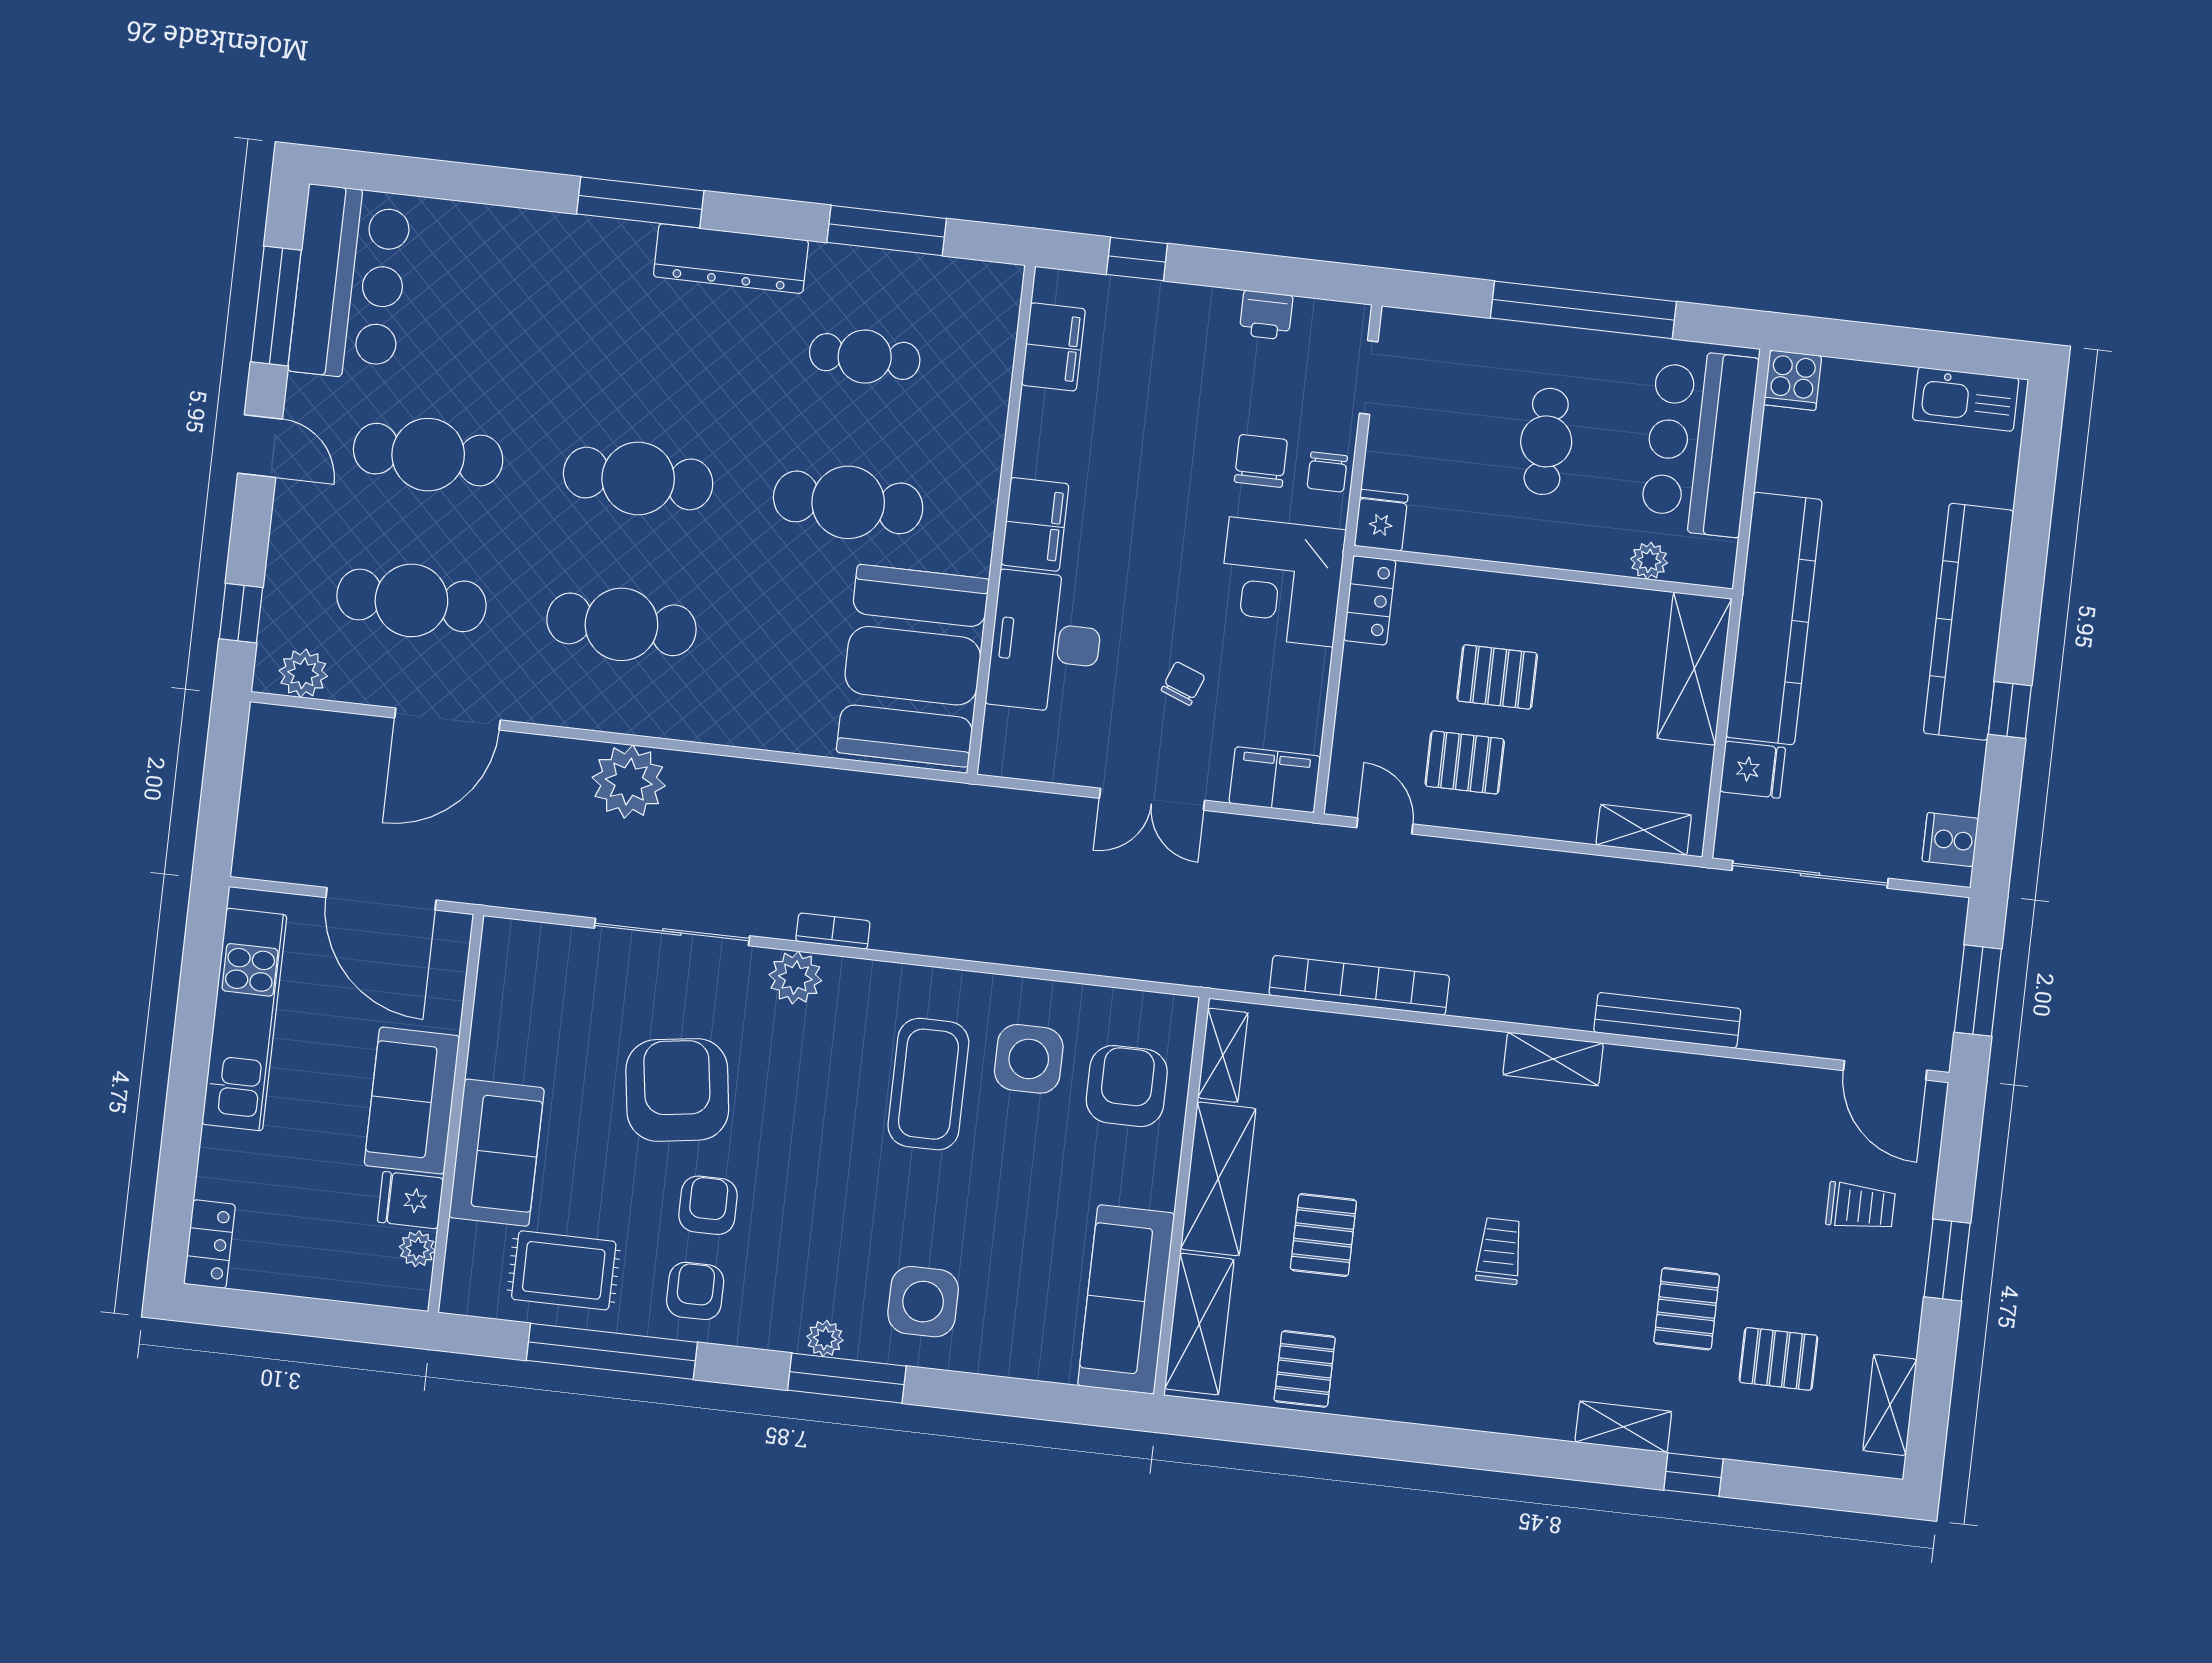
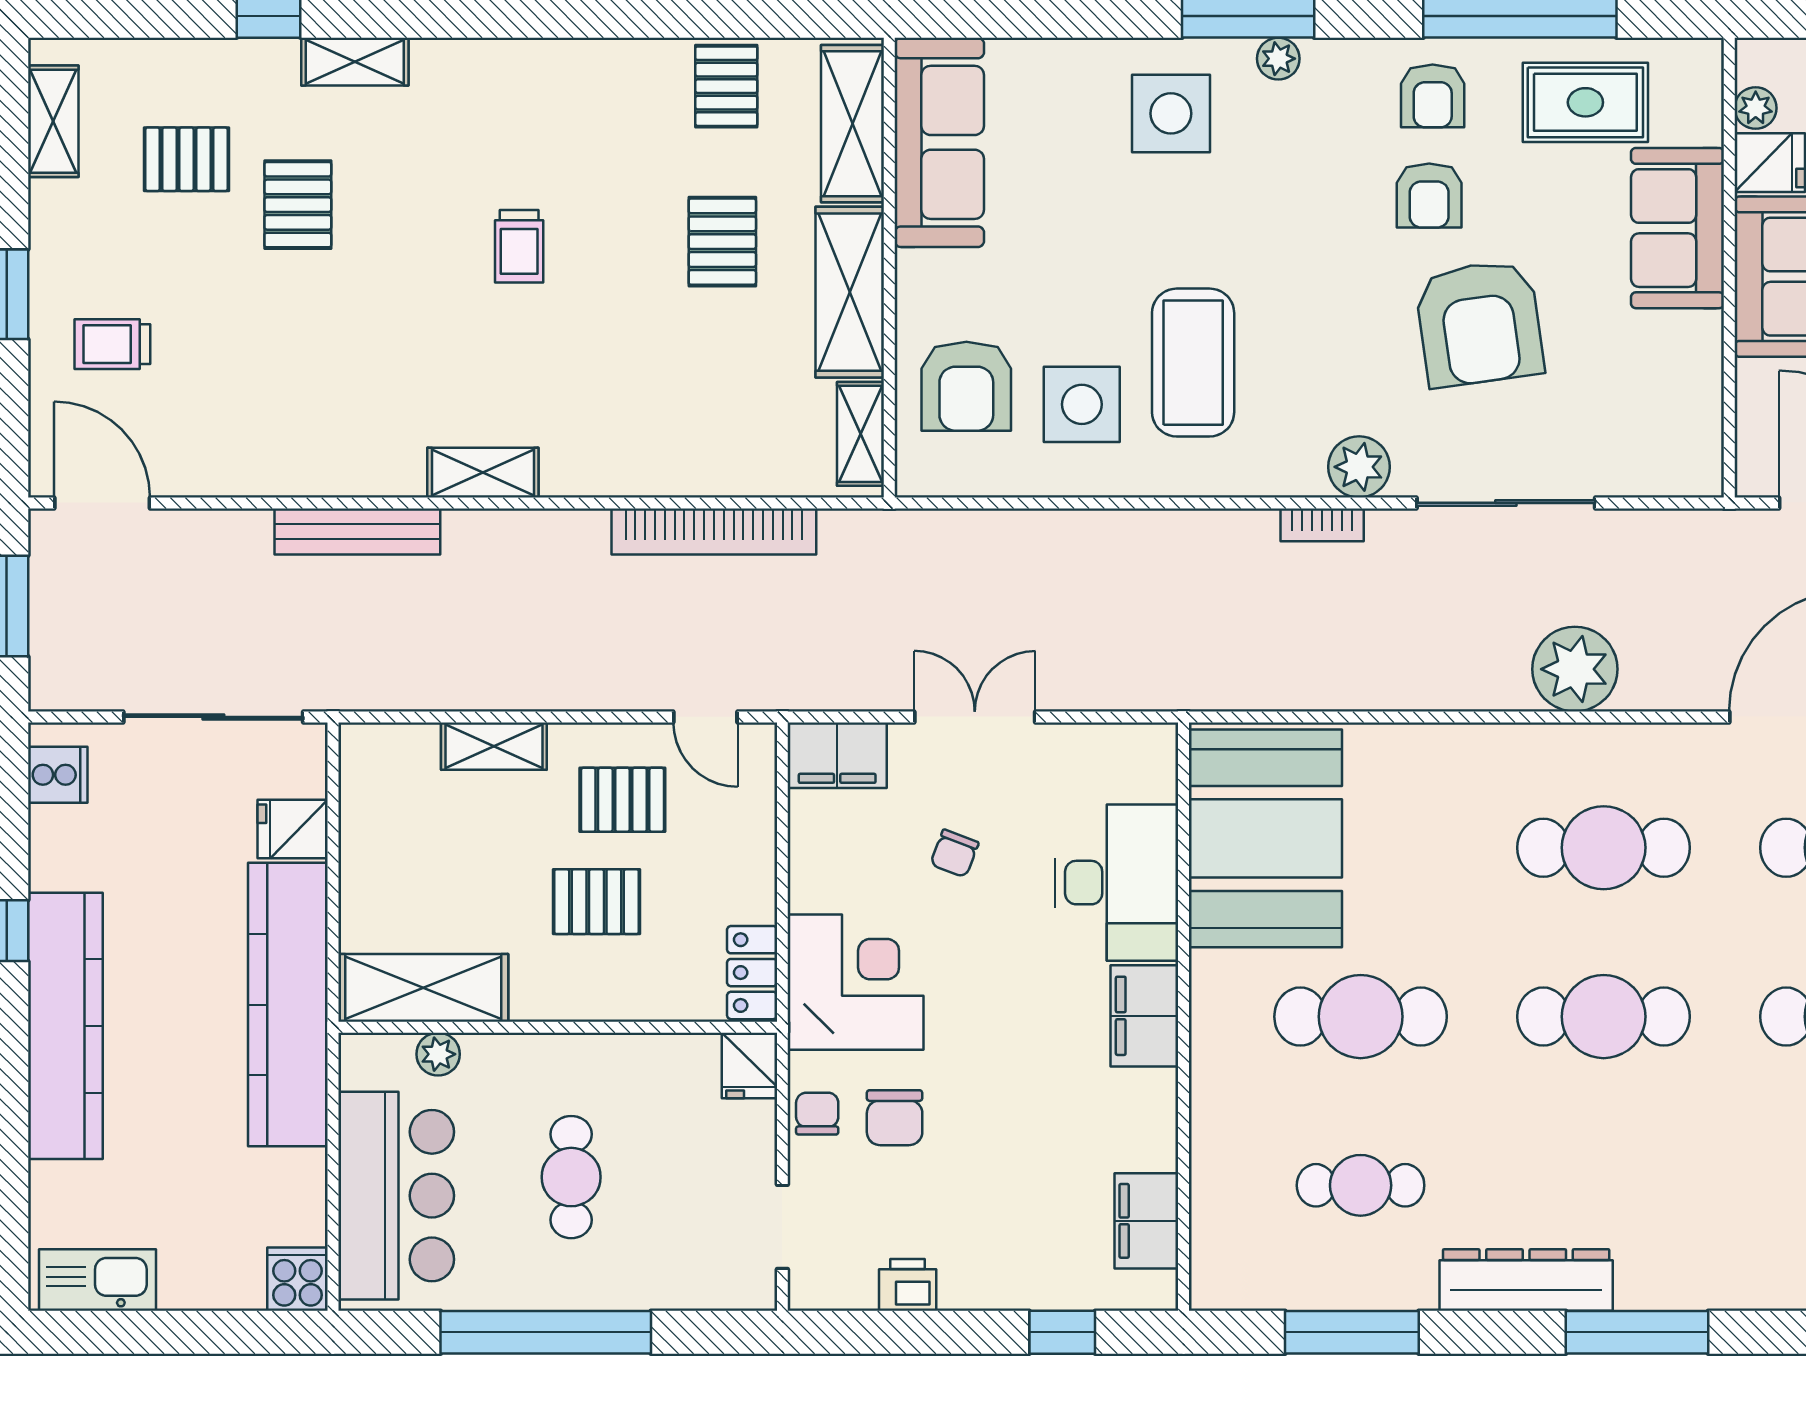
shelving: (1694, 669) -> (423, 988), moved, turned 90
shelving: (1644, 830) -> (494, 746), moved

